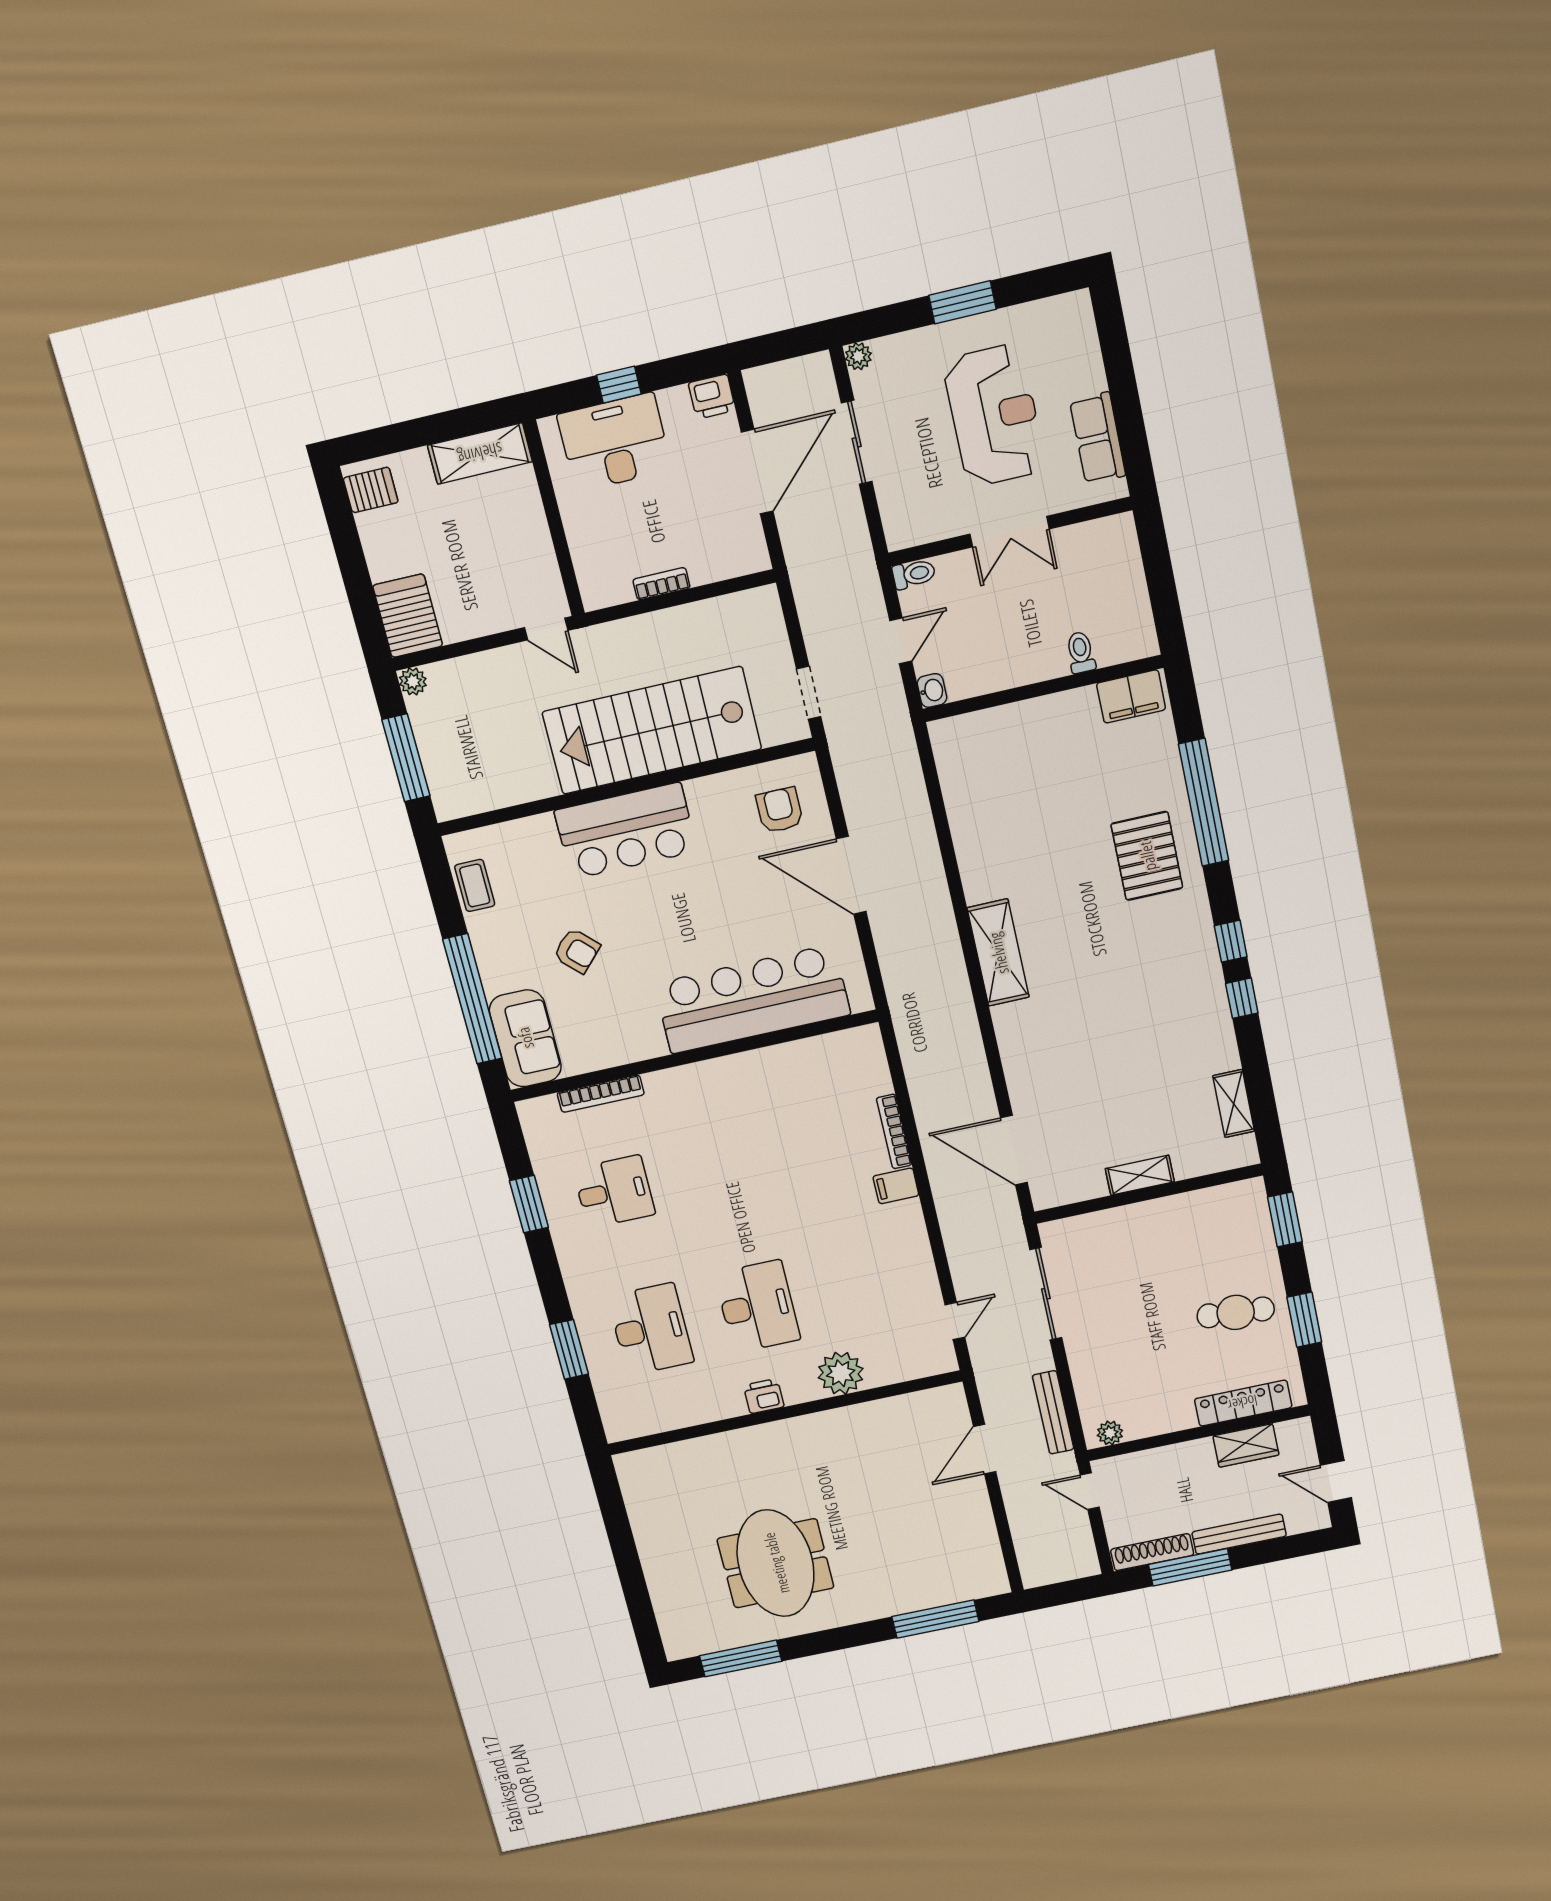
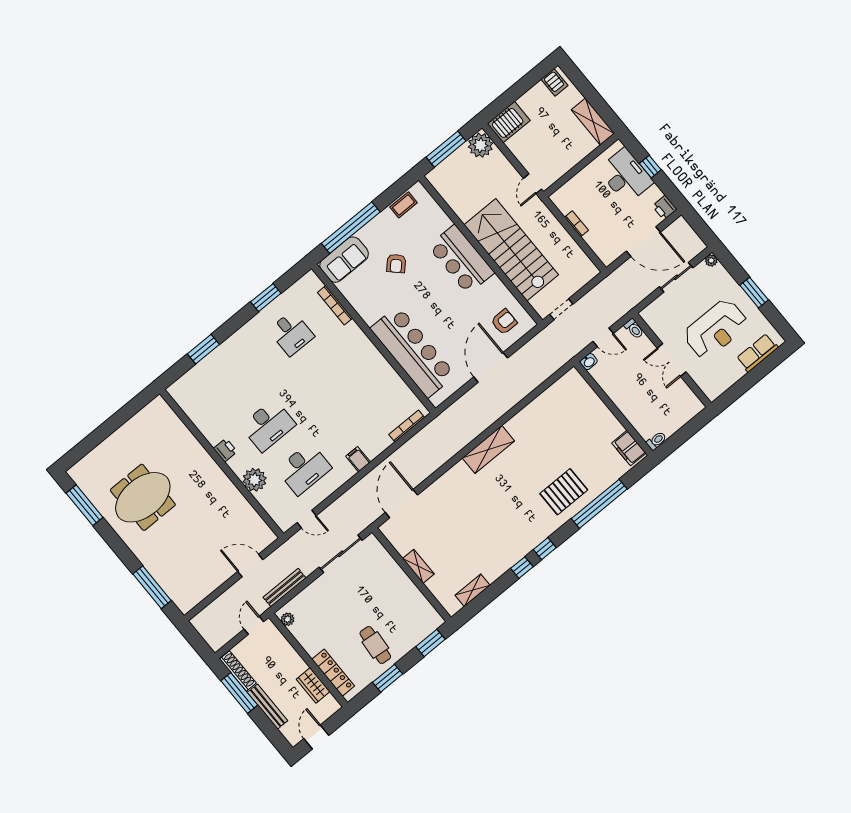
row of seats: (1098, 438) -> (757, 353), moved
toilet: (1081, 652) -> (656, 441), moved
plant: (413, 681) -> (480, 145), width x1.87, depth x1.87
bookcase: (894, 1132) -> (407, 426), moved
desk: (651, 1329) -> (304, 469), moved

